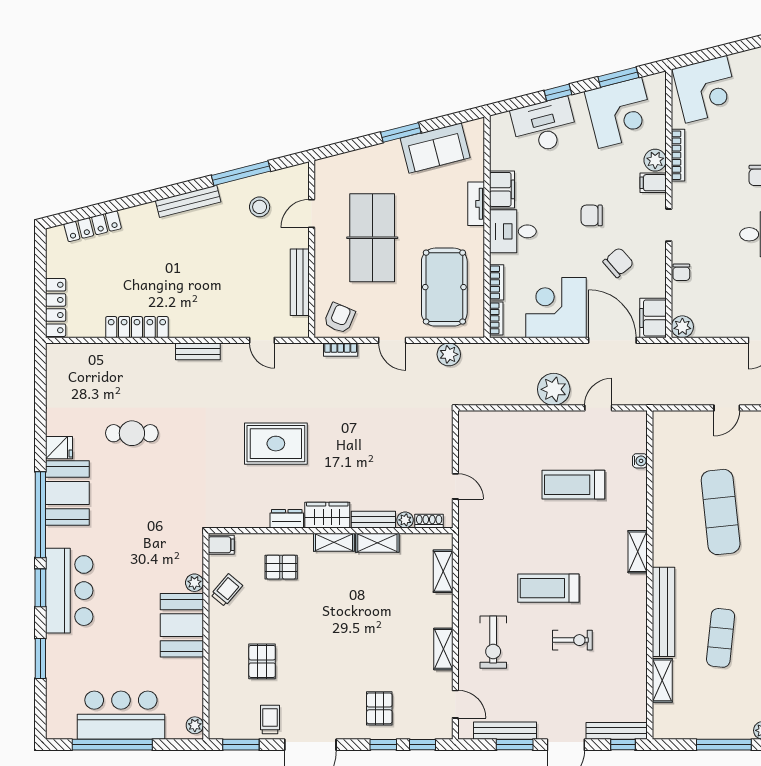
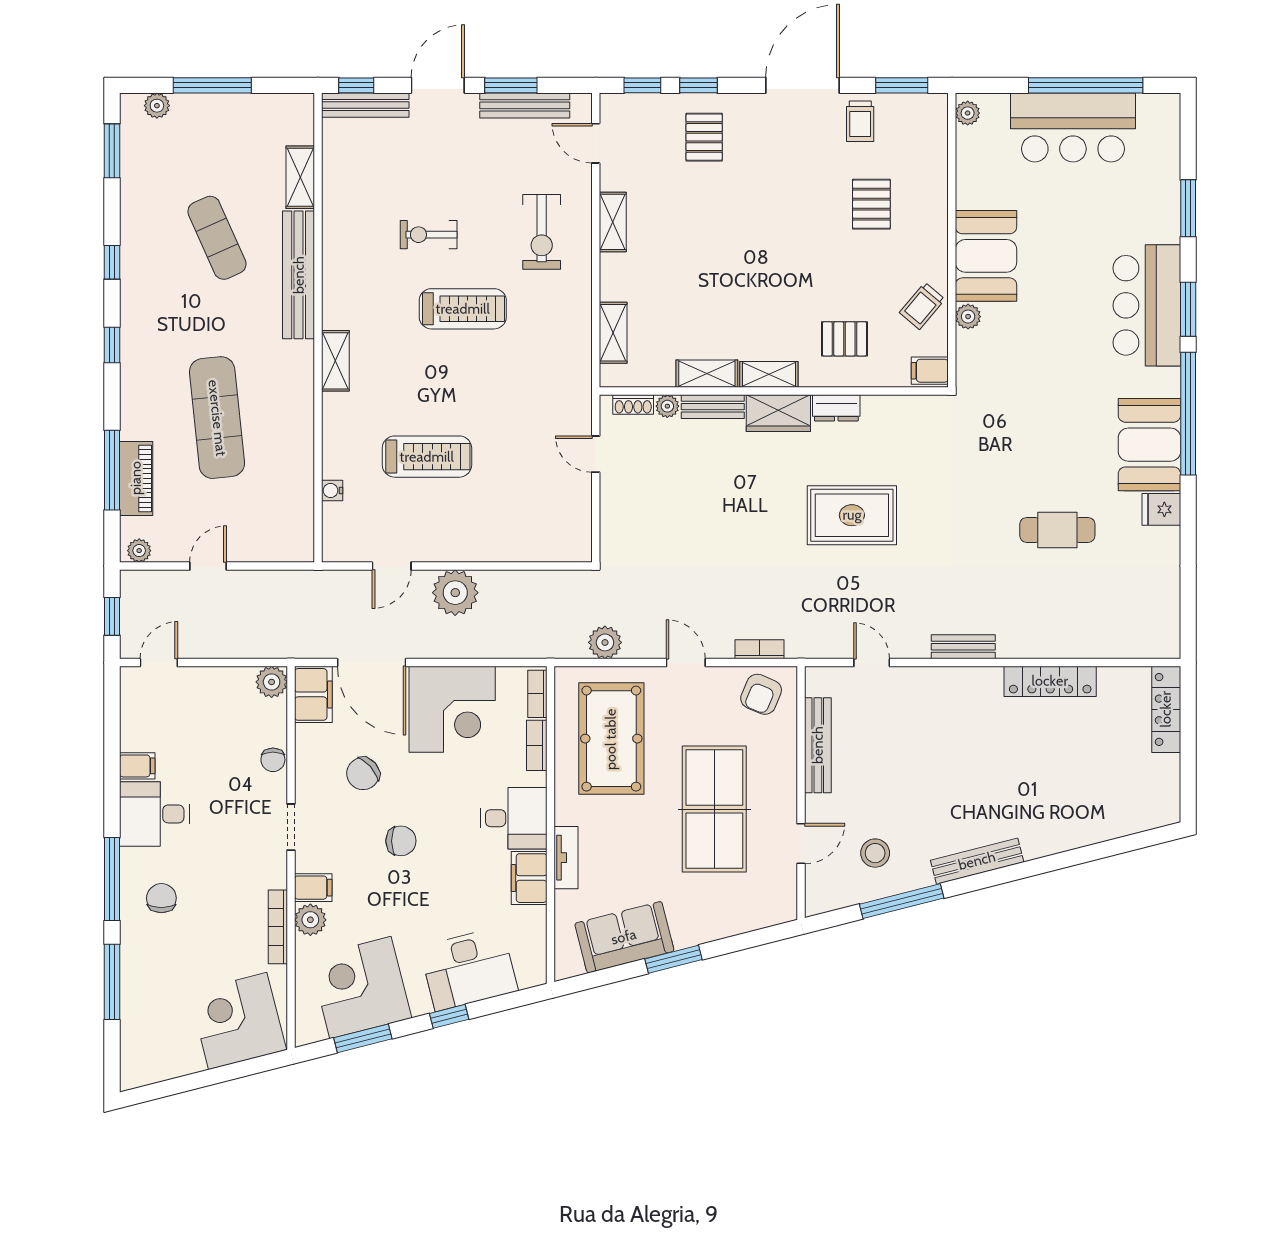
locker: (93, 226) -> (1113, 826), removed
chair: (681, 272) -> (273, 760), turned 180
exercise mat: (721, 638) -> (217, 238), turned -30
exercise bike: (493, 642) -> (542, 232), turned 180

